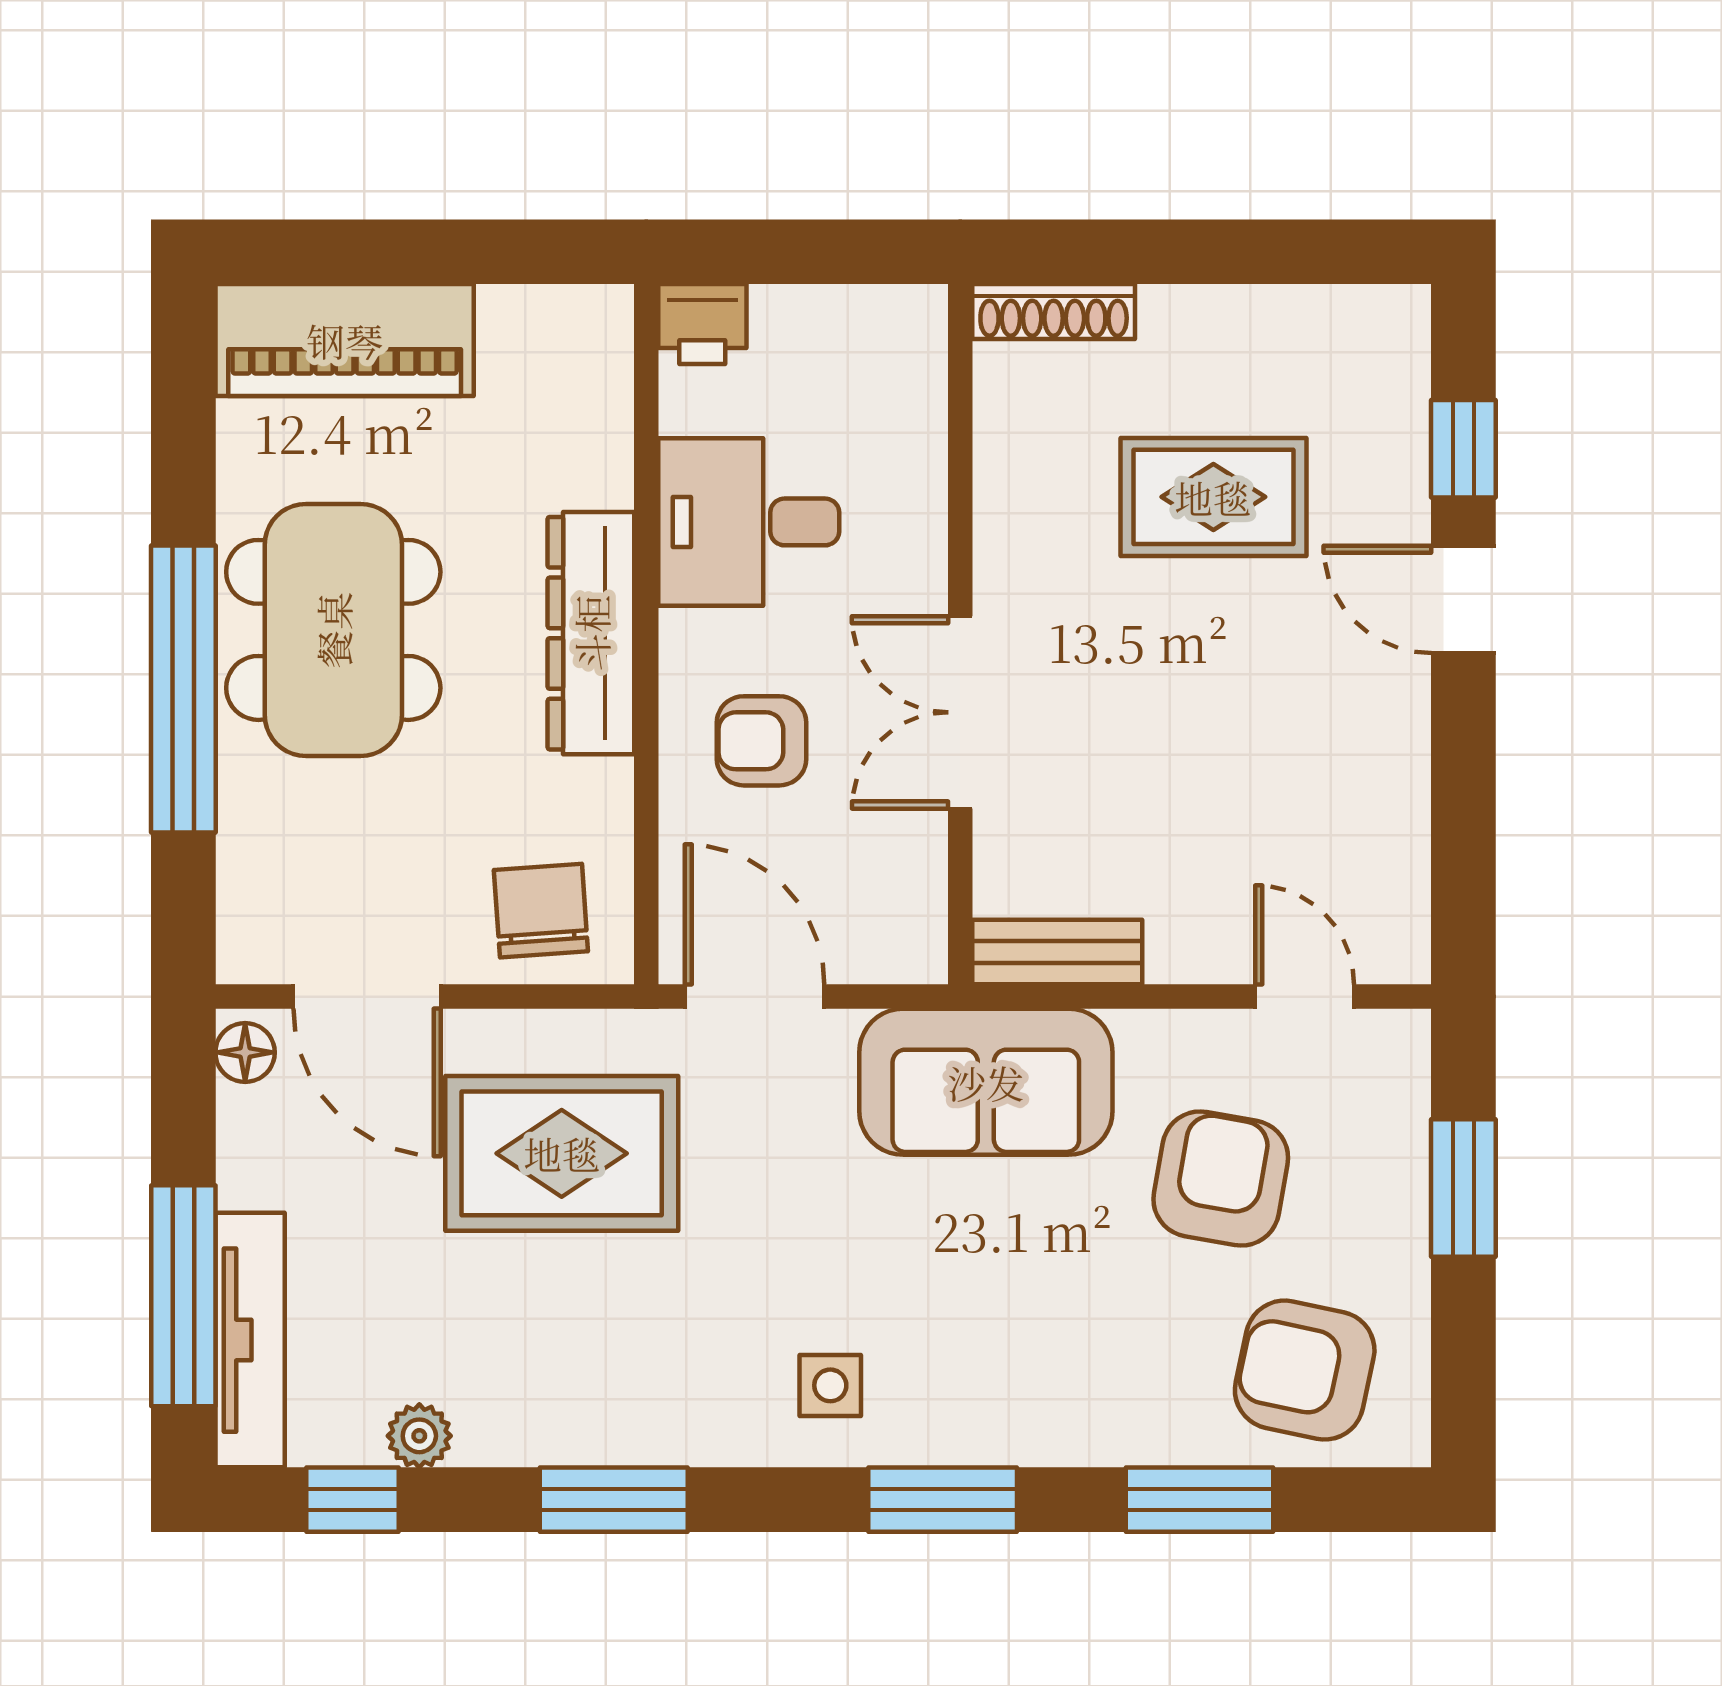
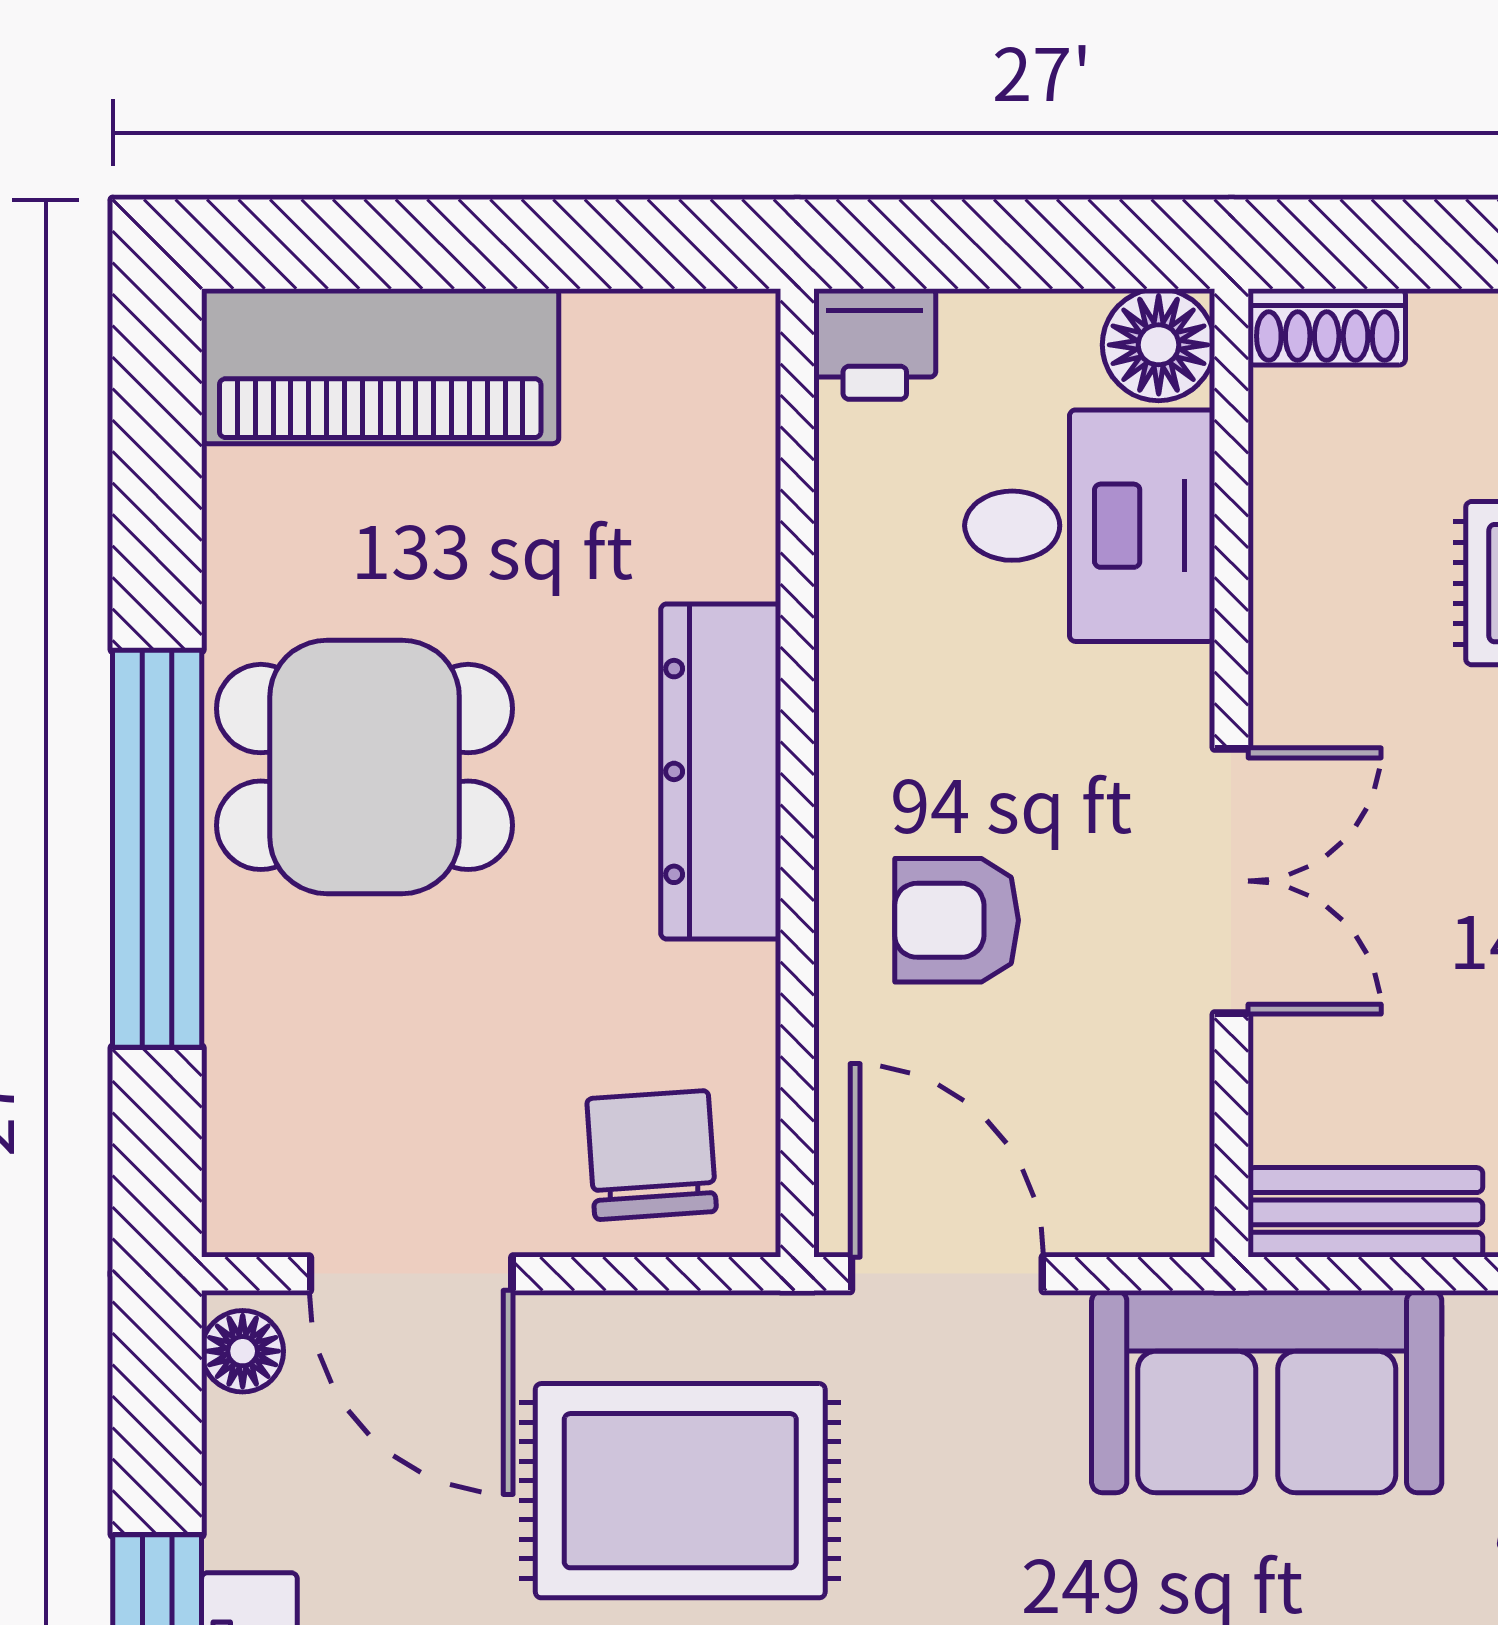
shoe rack: (1054, 312) -> (1327, 327), width x0.70
floor lamp: (908, 325) -> (1159, 345), added
desk: (749, 522) -> (1090, 526), moved, turned 180
dining table: (333, 630) -> (365, 767), width x0.73
double door: (960, 712) -> (1231, 881), swing flipped

